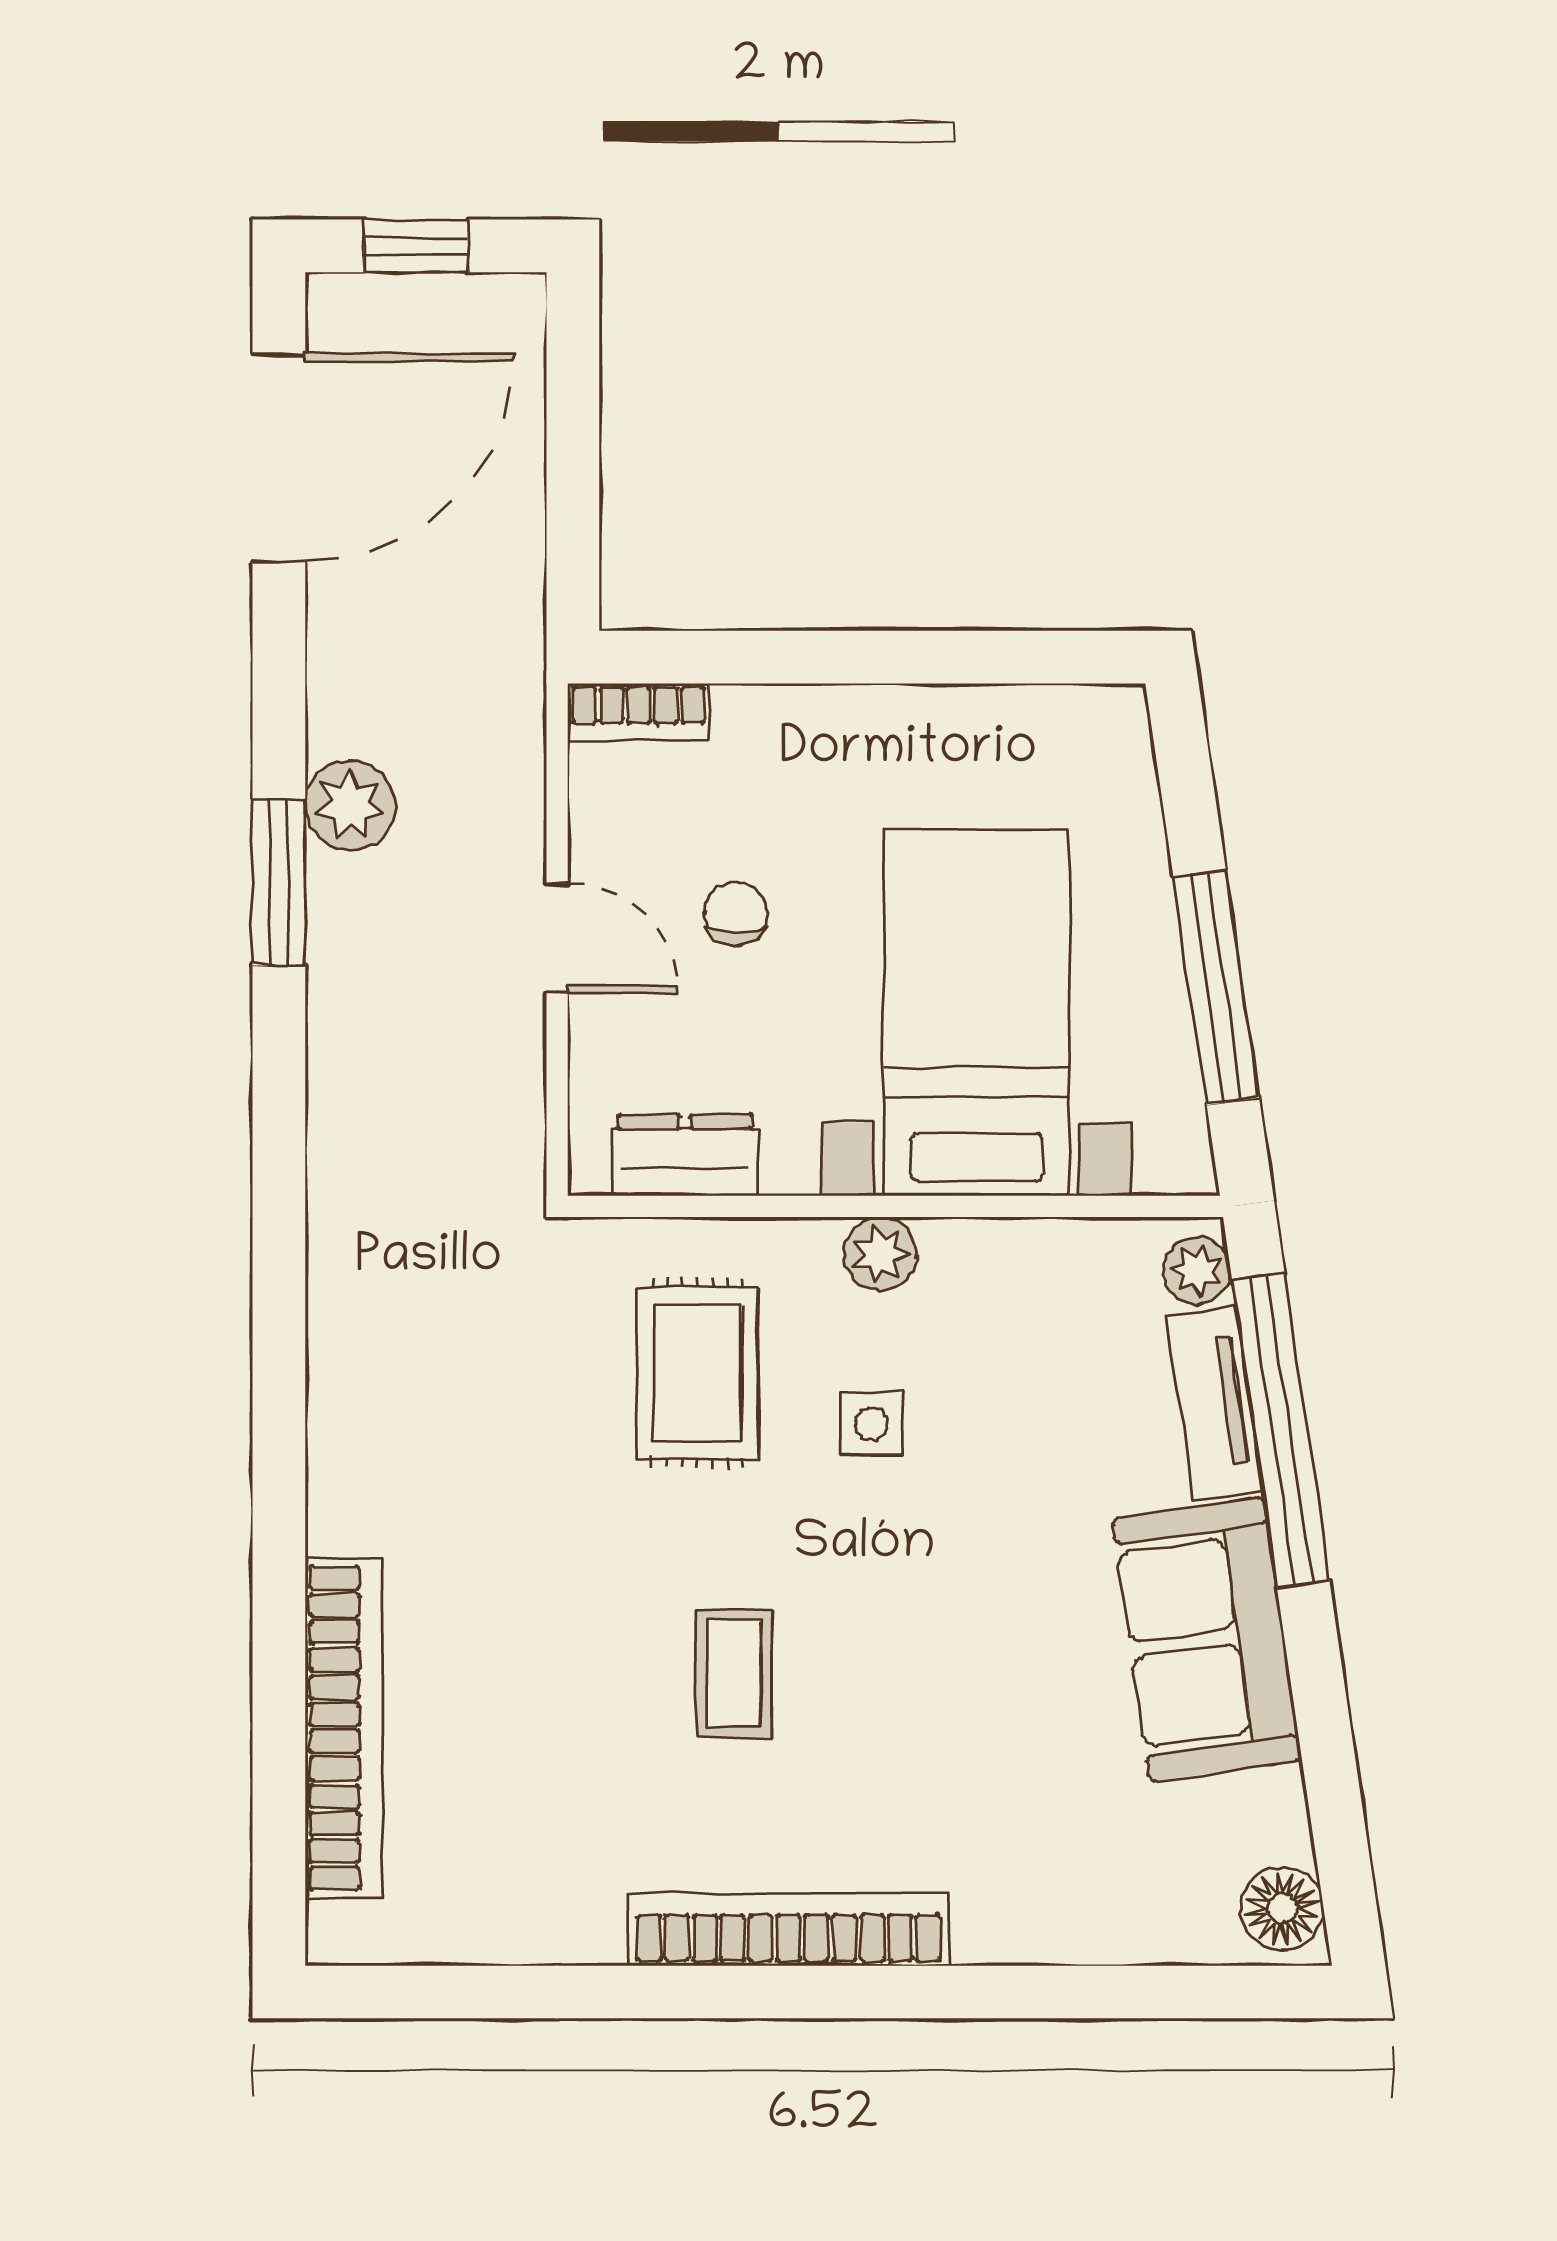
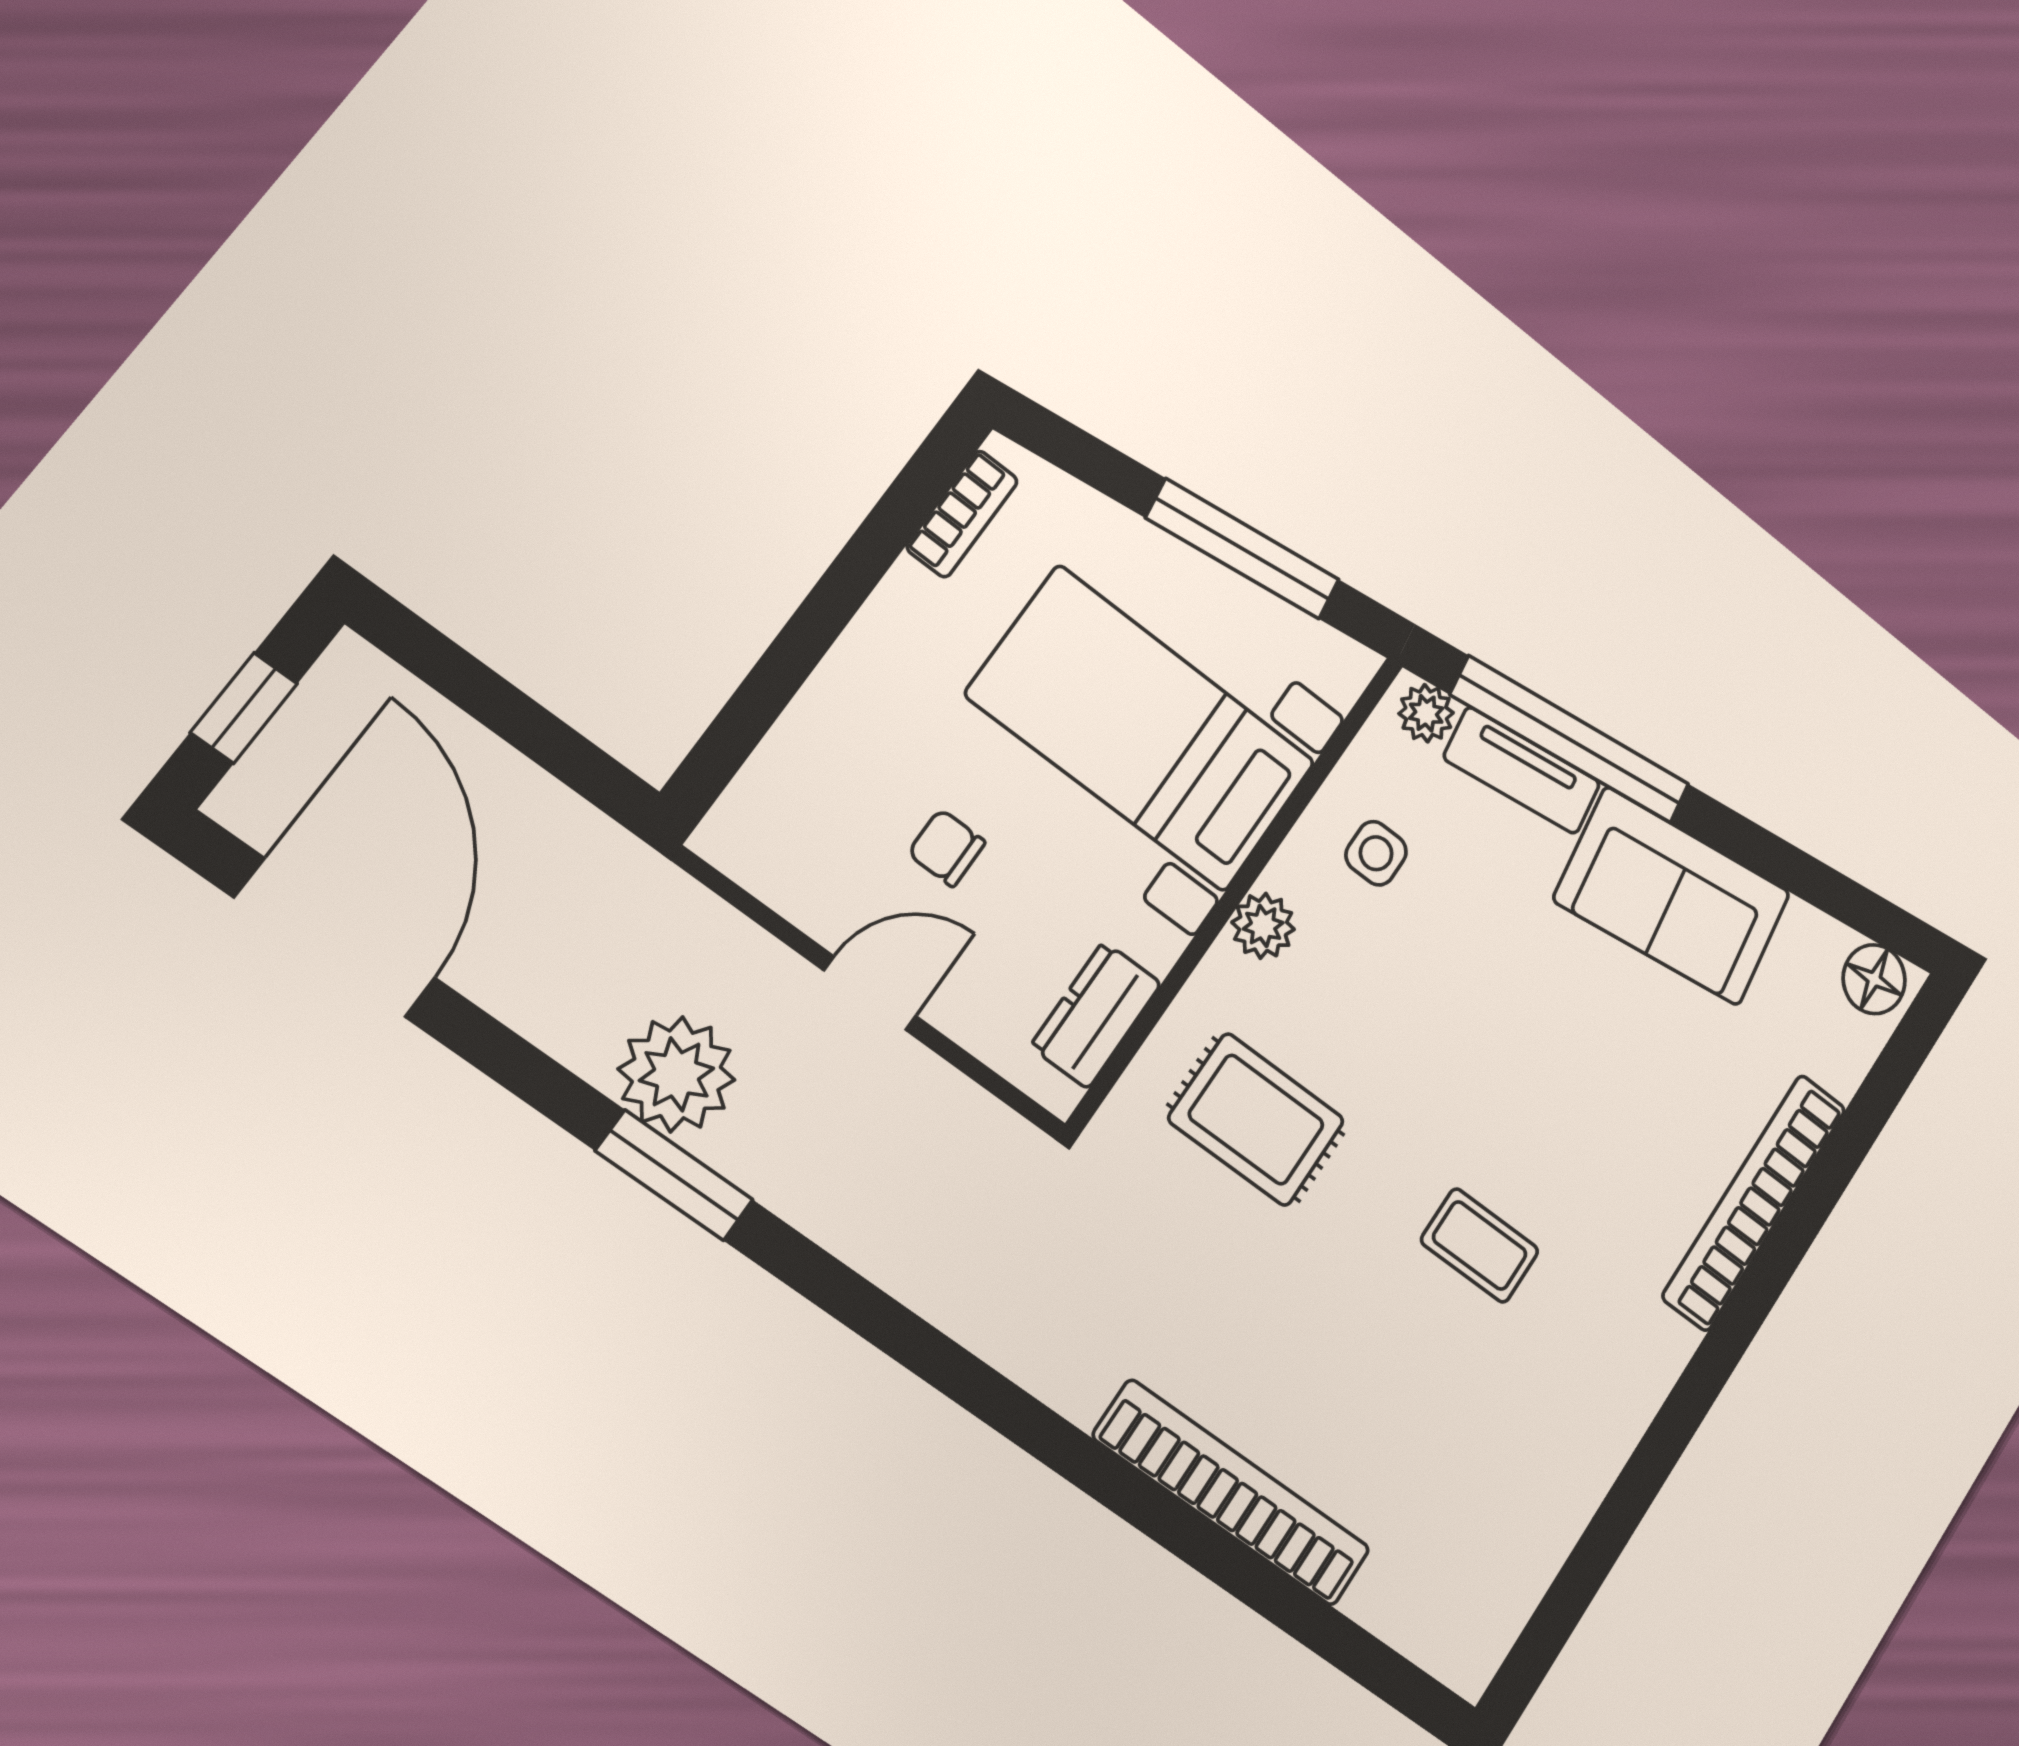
bookcase: (639, 712) -> (962, 514), moved
plant: (350, 806) -> (677, 1074), width x1.36, depth x1.36
side table: (872, 1424) -> (1376, 853), moved
bookcase: (344, 1728) -> (1232, 1493), moved
bookcase: (788, 1929) -> (1754, 1202), moved

